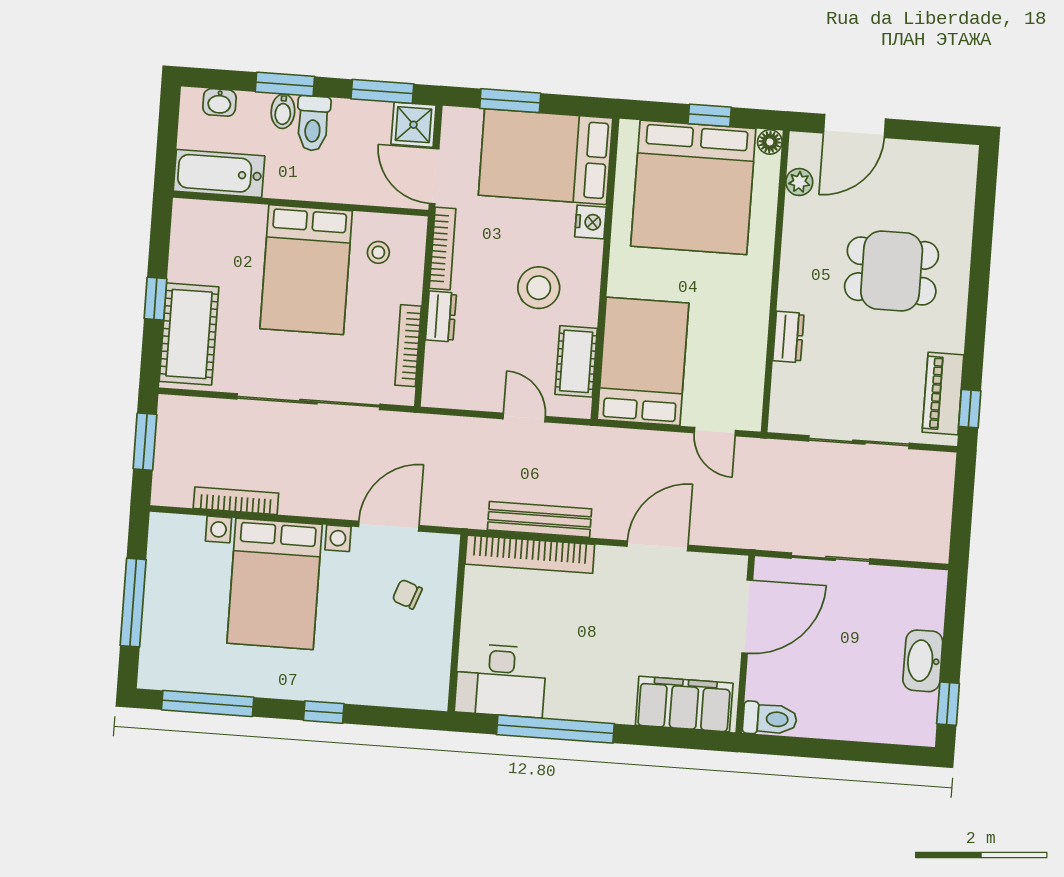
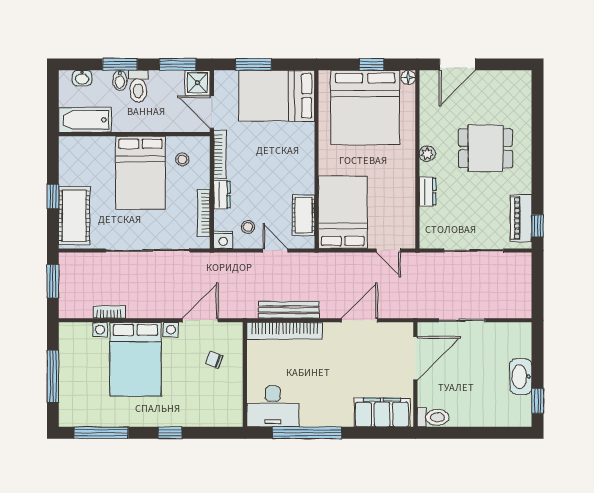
plant: (799, 182) -> (427, 154), moved
nightstand: (590, 222) -> (223, 240), moved, turned 90
stool: (539, 288) -> (248, 227), moved, width x0.53, depth x0.53
bookcase: (236, 501) -> (109, 312), width x0.64

